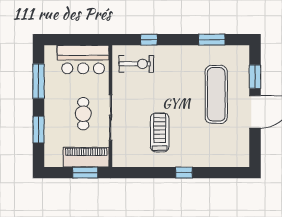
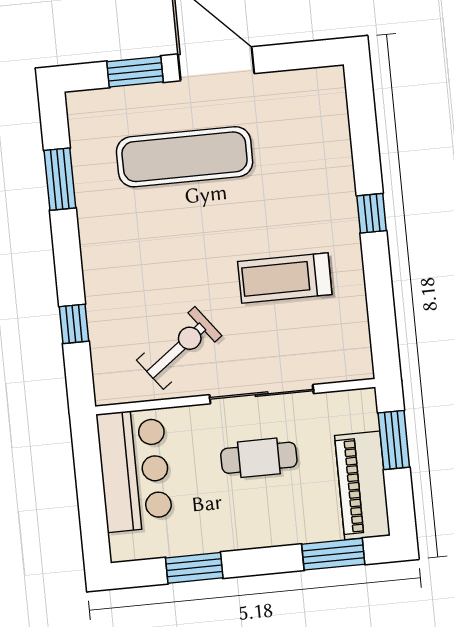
exercise bike: (136, 64) -> (179, 348), moved, turned 53
window: (39, 81) -> (194, 568), width x0.69
window: (39, 130) -> (333, 554), moved
piano: (86, 157) -> (362, 485), moved

